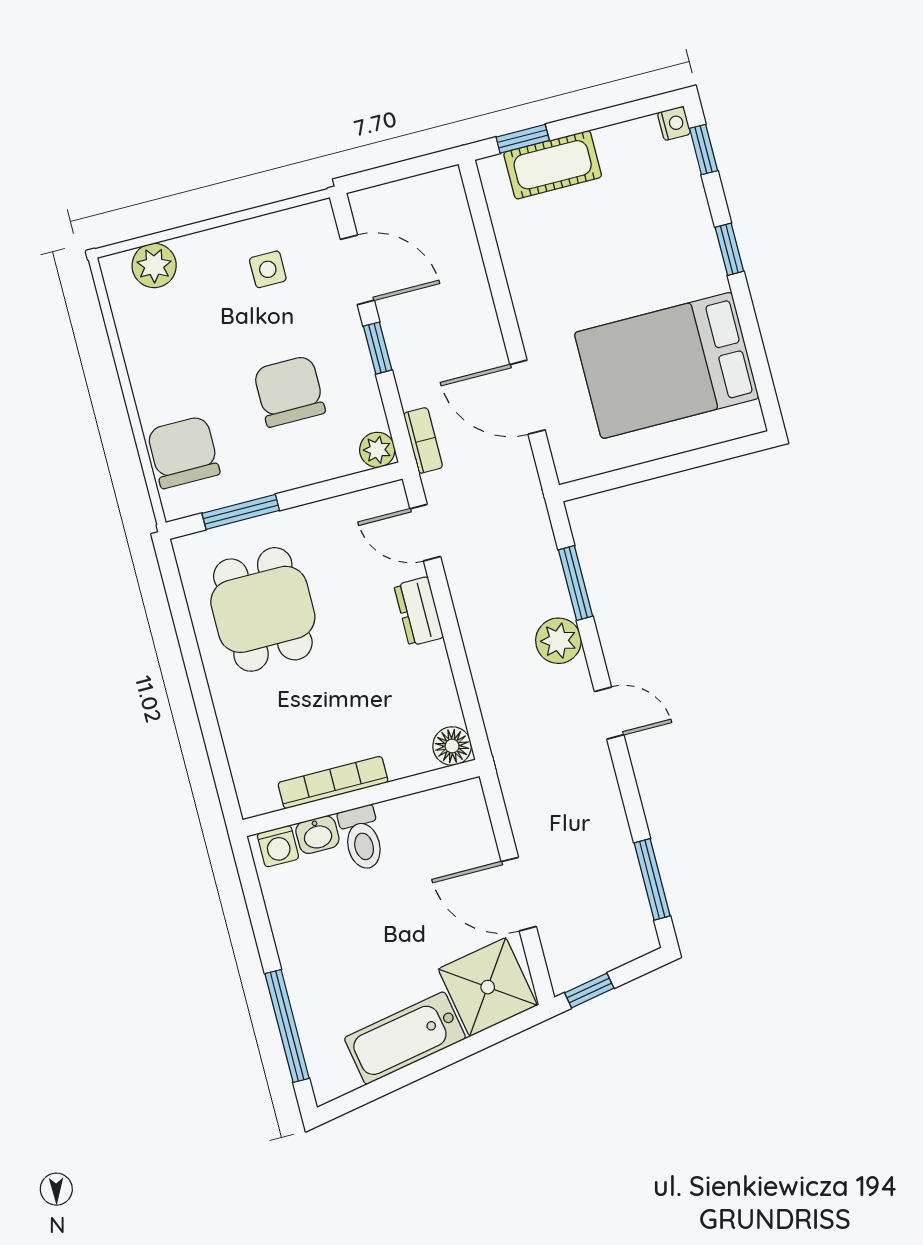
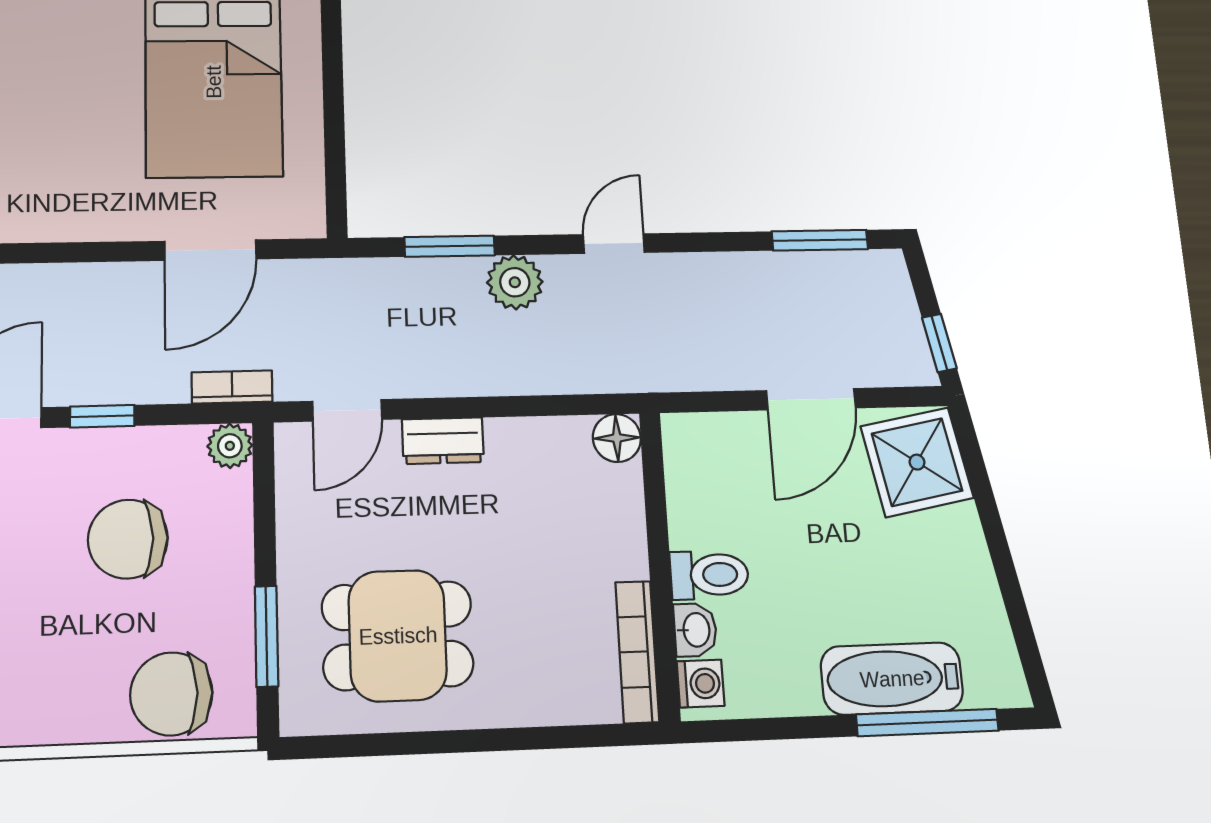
bookcase: (333, 782) -> (637, 652), moved
bathtub: (405, 1038) -> (892, 679), moved, turned 100

